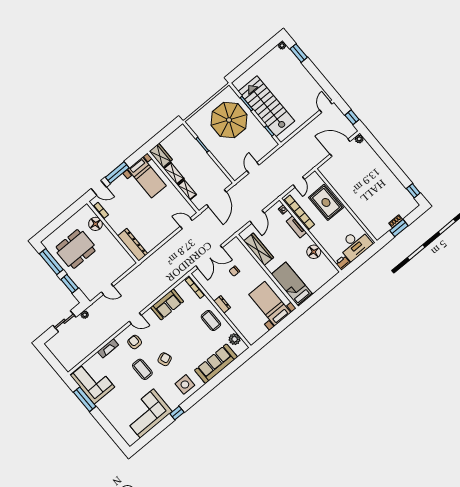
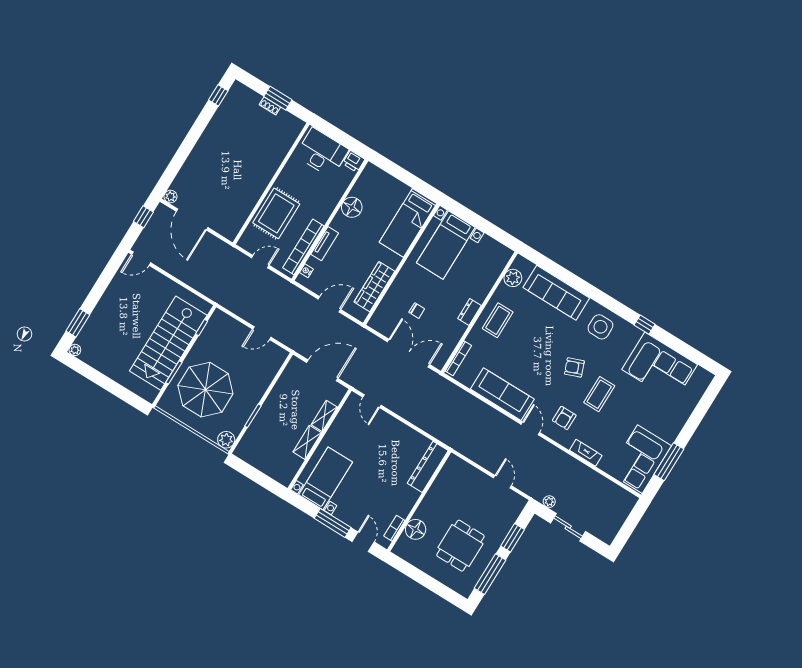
plant: (193, 123) -> (226, 440), added
wardrobe: (161, 155) -> (288, 469), removed
dining table: (76, 249) -> (460, 546), width x0.73
sofa: (167, 304) -> (502, 394), width x1.36

